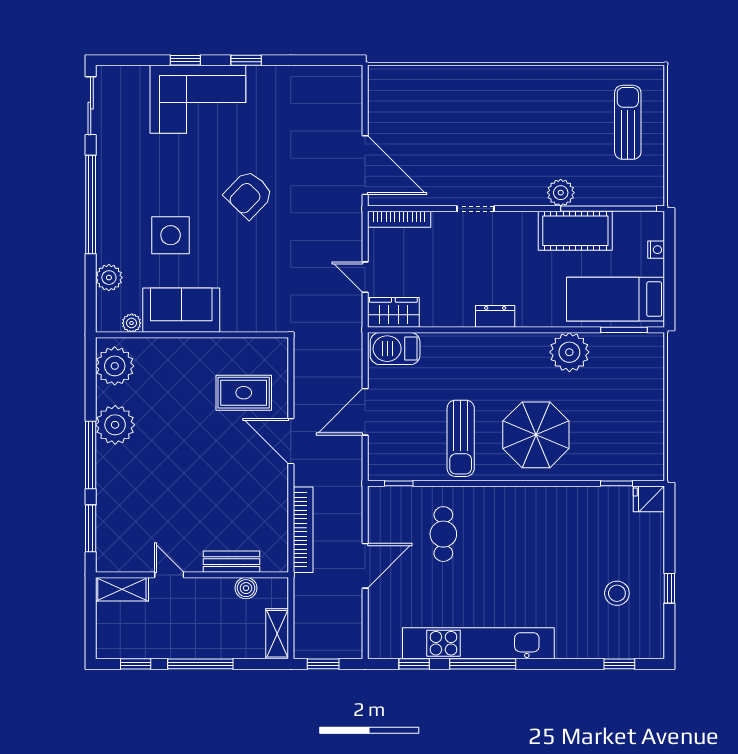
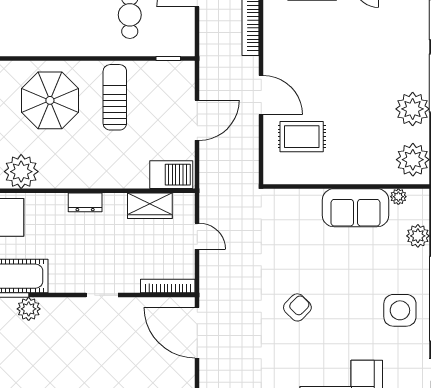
armchair: (249, 194) -> (297, 307), width x0.72, depth x0.72
side table: (171, 235) -> (400, 310), moved
wardrobe: (393, 312) -> (150, 206), moved

